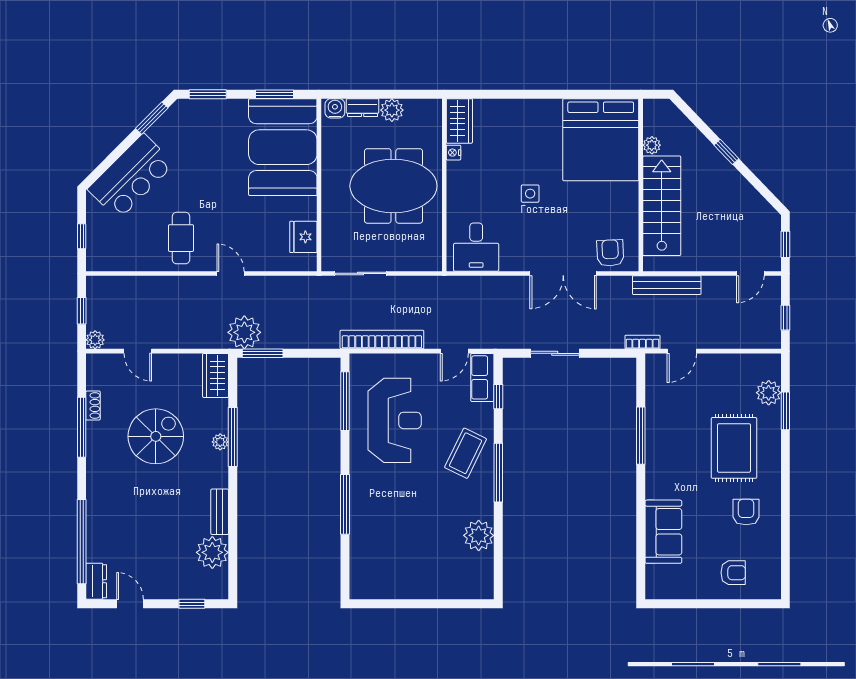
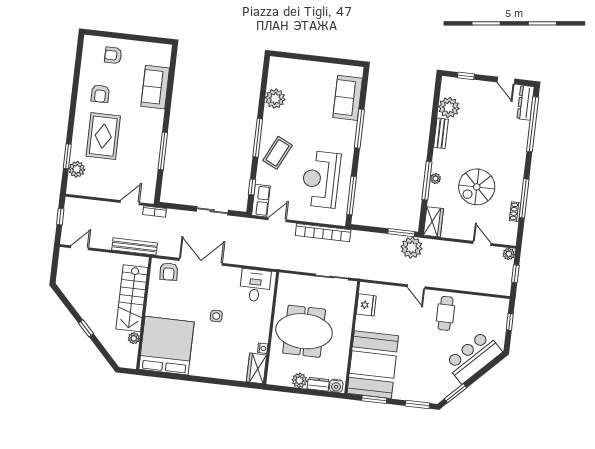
window: (785, 244) -> (55, 264), removed
sofa: (368, 549) -> (348, 98), added
dresser: (96, 581) -> (526, 103), width x1.44

